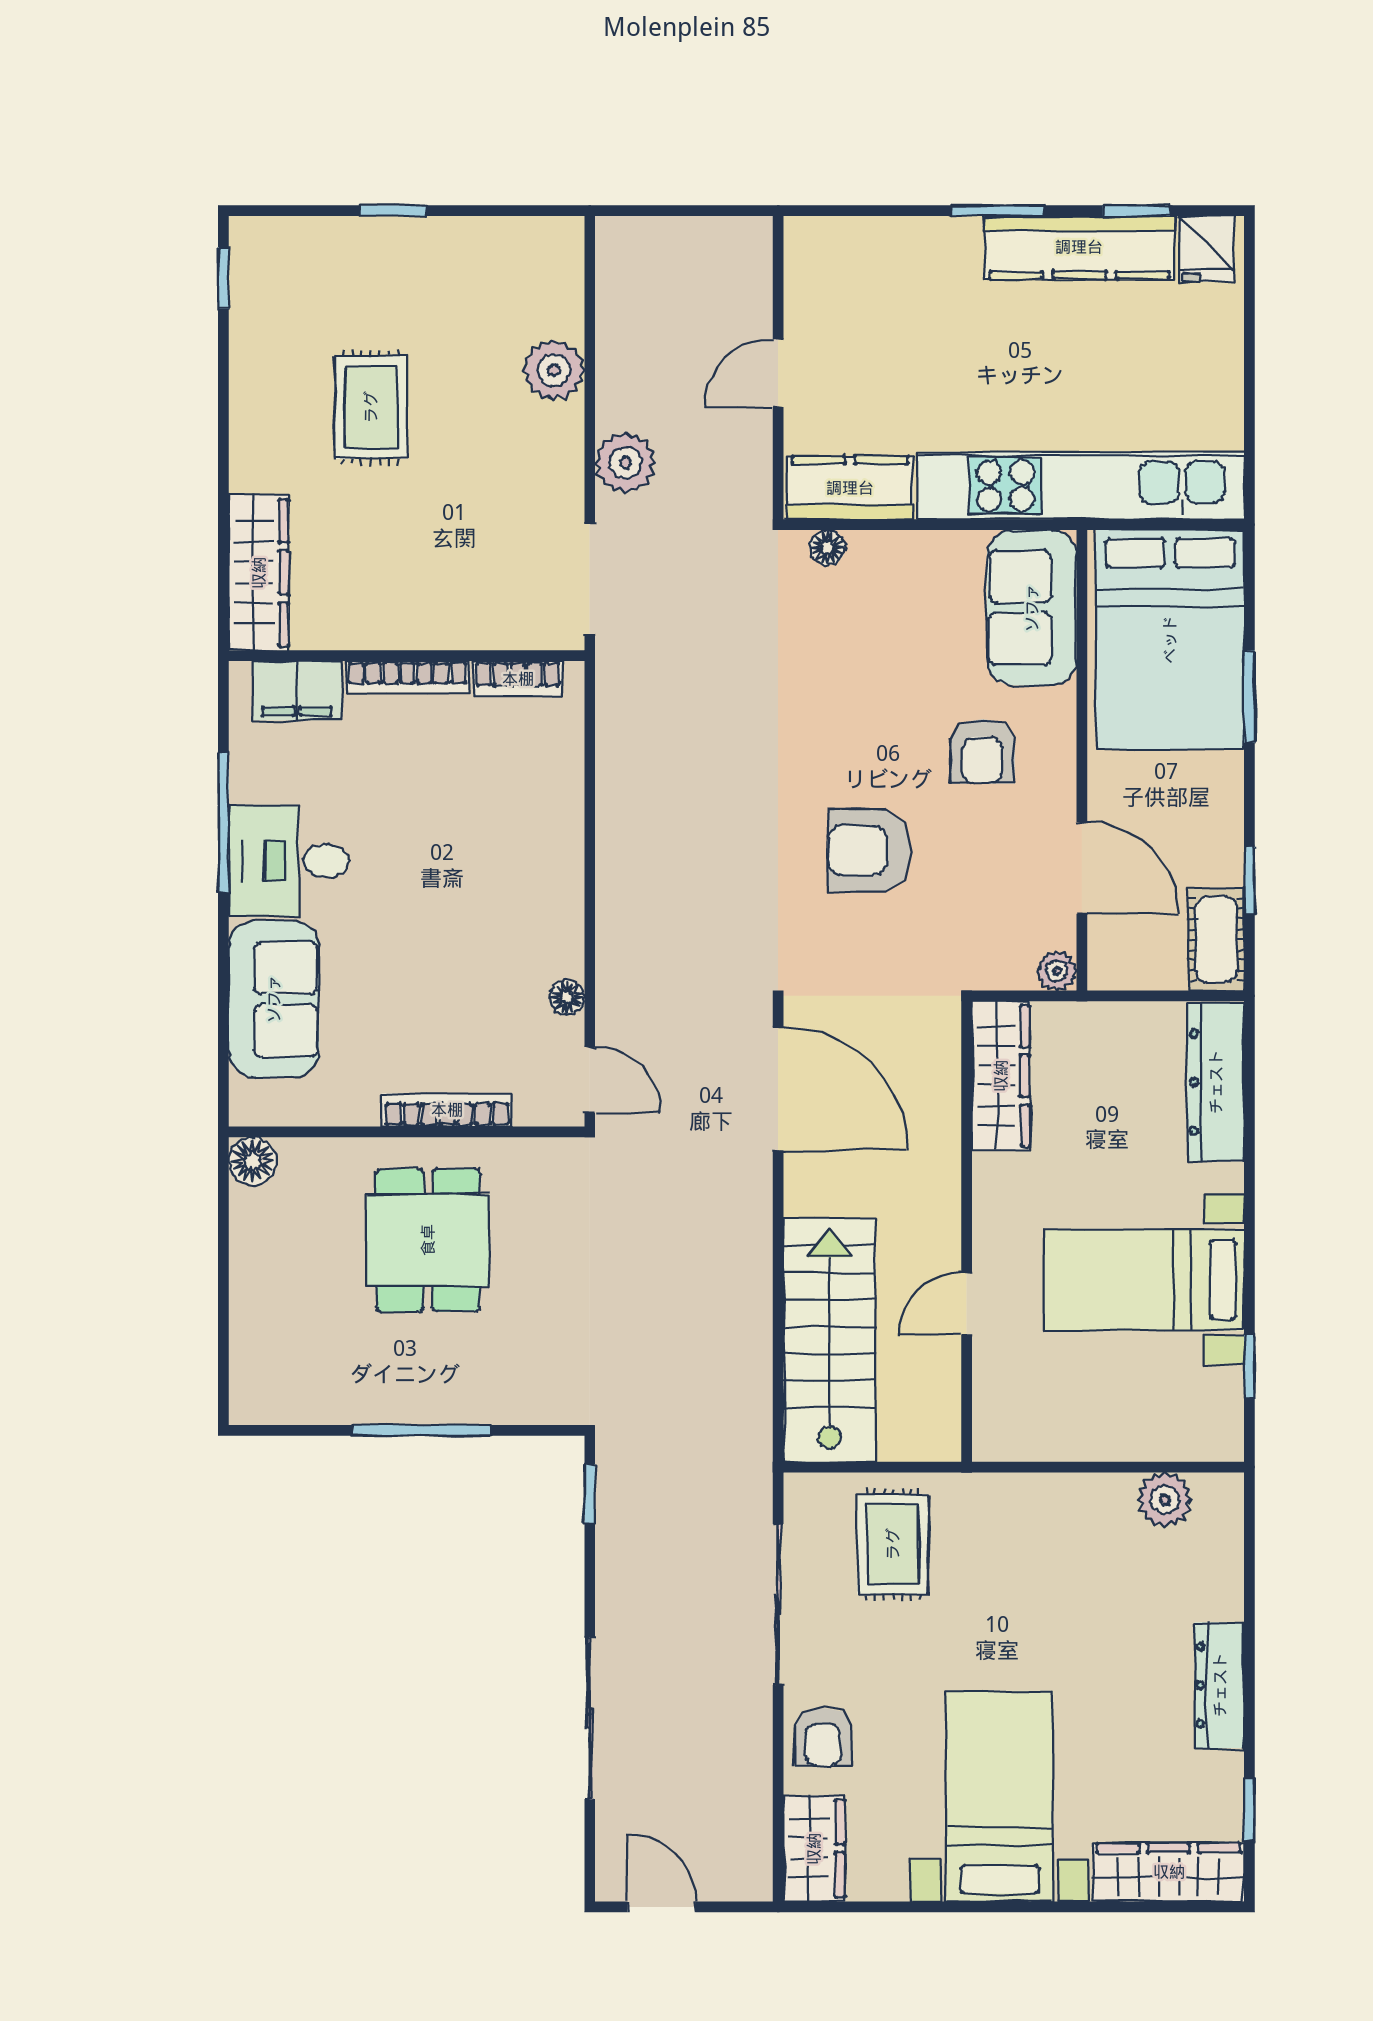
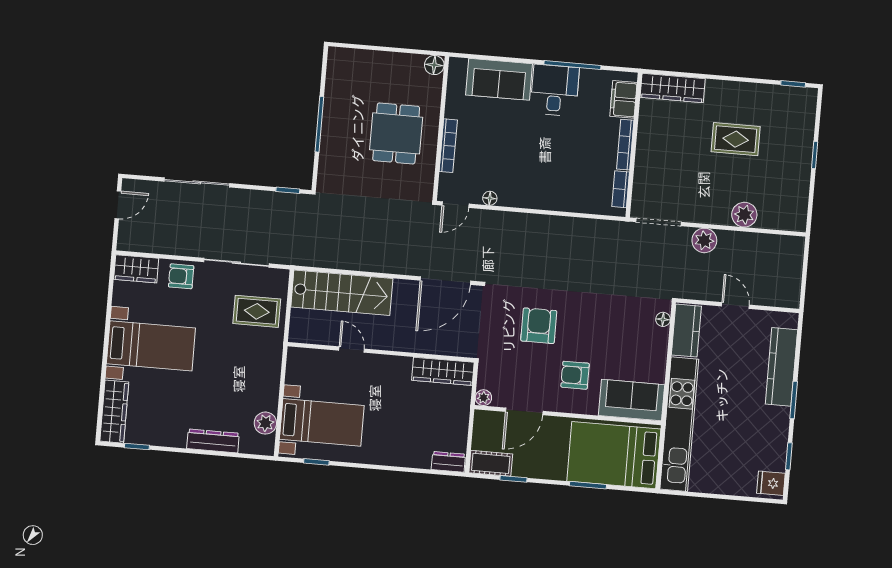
kitchen counter: (1079, 247) -> (781, 367), moved
dresser: (1216, 1082) -> (448, 462), width x0.51, depth x0.80
dining table: (428, 1240) -> (396, 133), turned 90
bed with nightstands: (1144, 1280) -> (322, 422), moved, turned 90
dresser: (1220, 1685) -> (213, 441), moved

